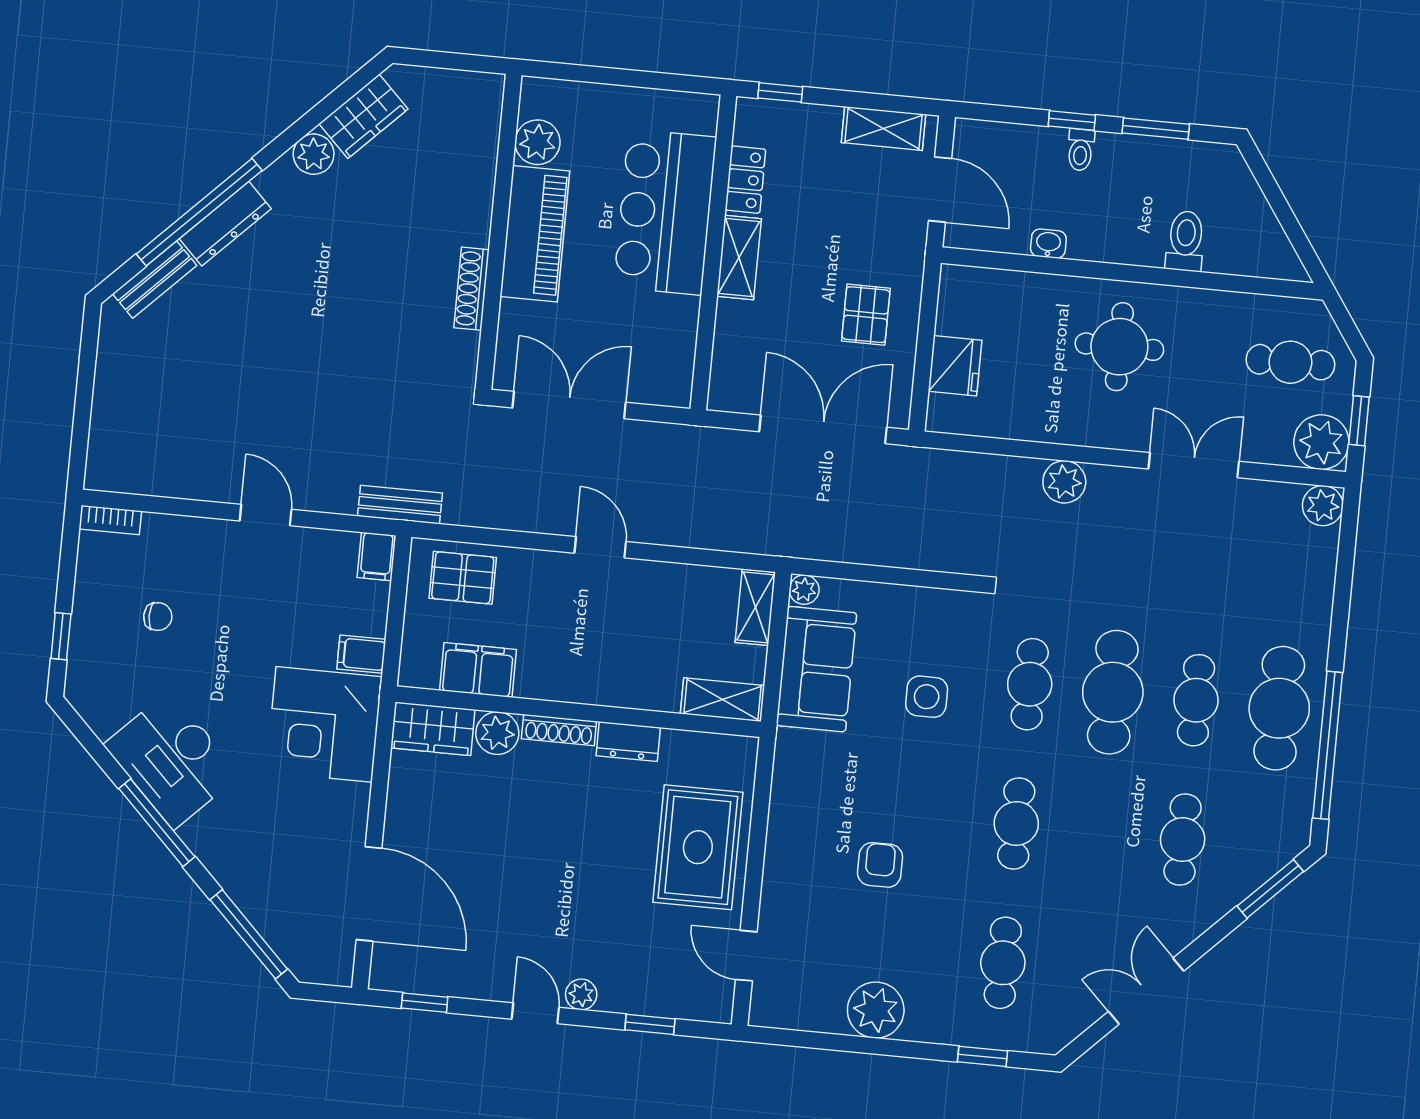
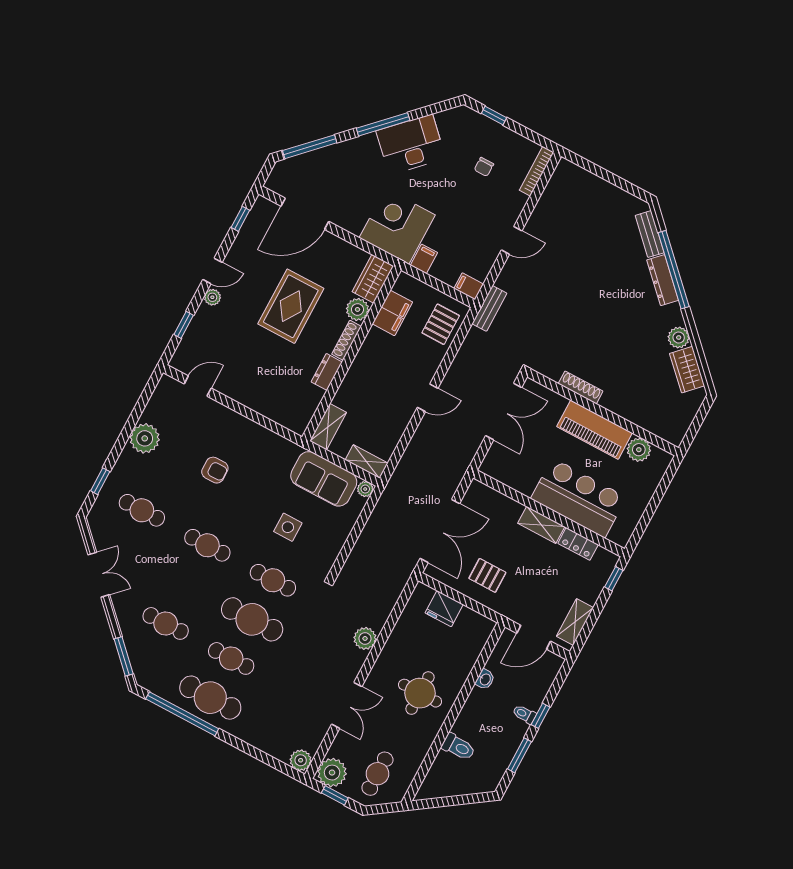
bookcase: (110, 520) -> (537, 171), width x1.56
rug: (698, 847) -> (291, 306), moved, turned 90

